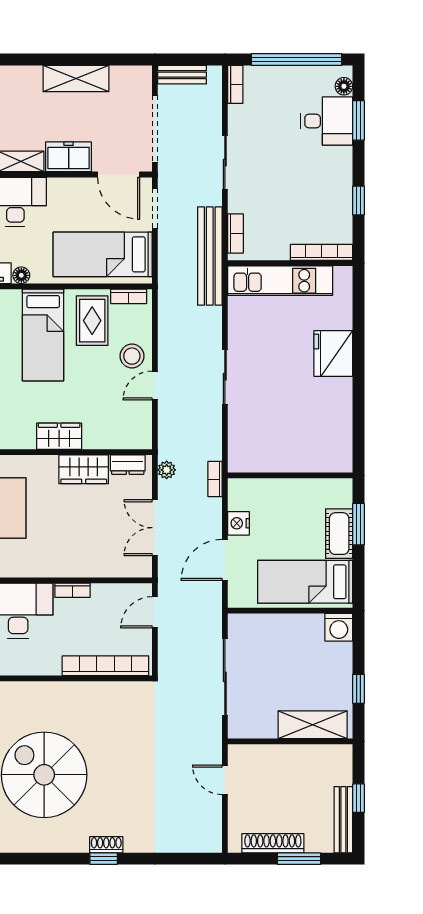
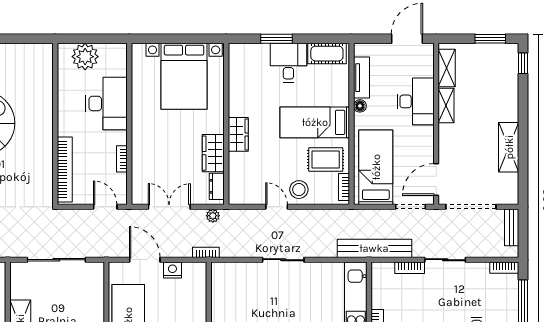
freezer: (69, 157) -> (449, 142), removed
bookcase: (235, 233) -> (410, 268), moved
bookcase: (73, 590) -> (122, 159), moved

